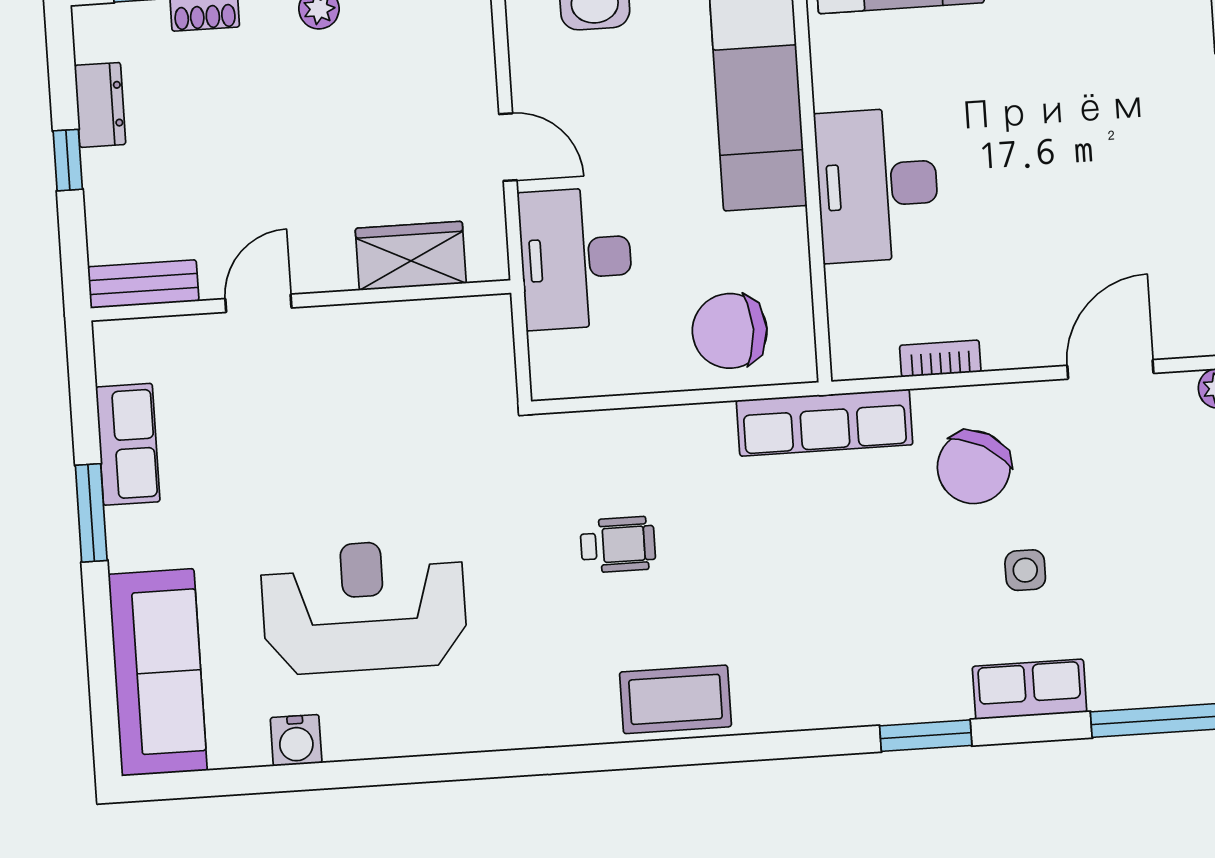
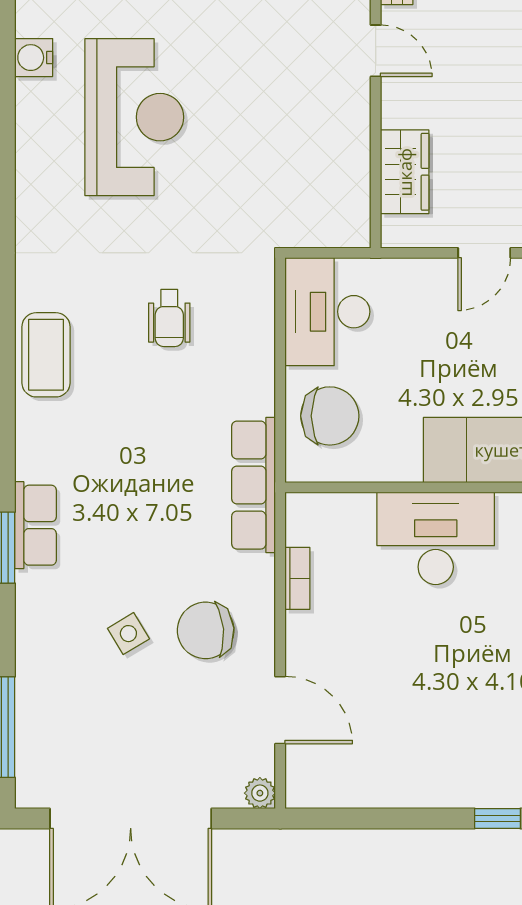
desk: (576, 258) -> (327, 312), moved, turned -90
chair: (730, 331) -> (330, 416), turned 90
chair: (974, 467) -> (206, 630), moved, turned -34
side table: (1025, 570) -> (128, 634), turned -31
row of seats: (1030, 689) -> (35, 525), moved

